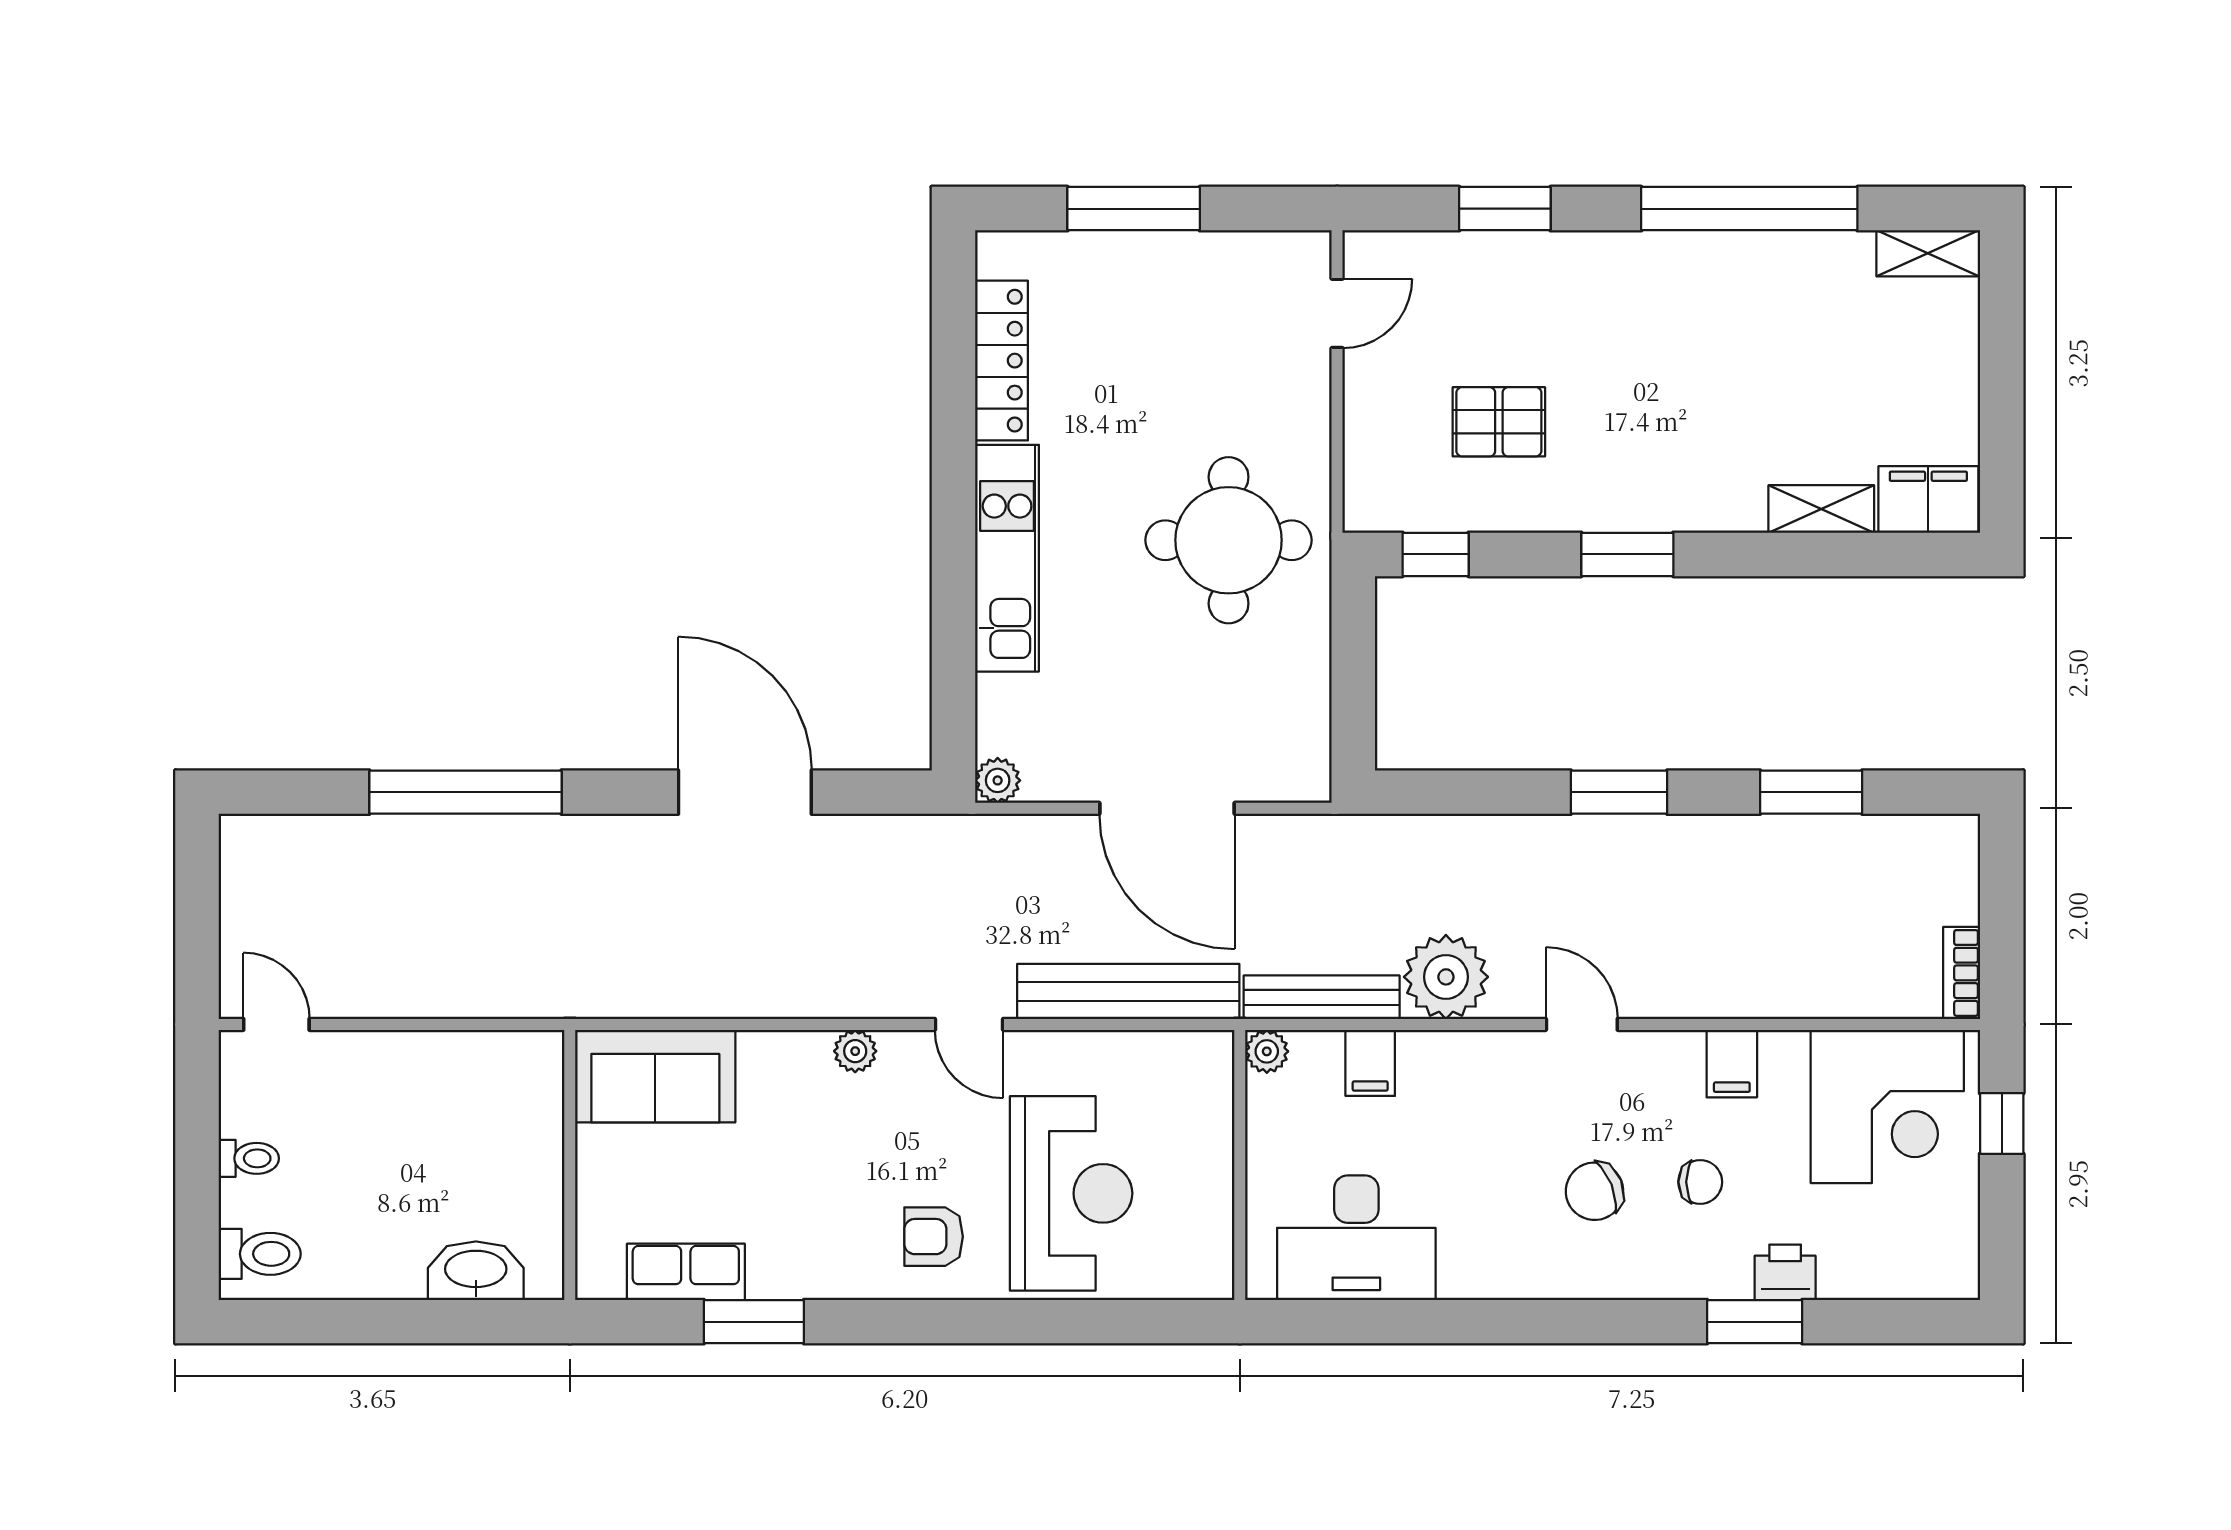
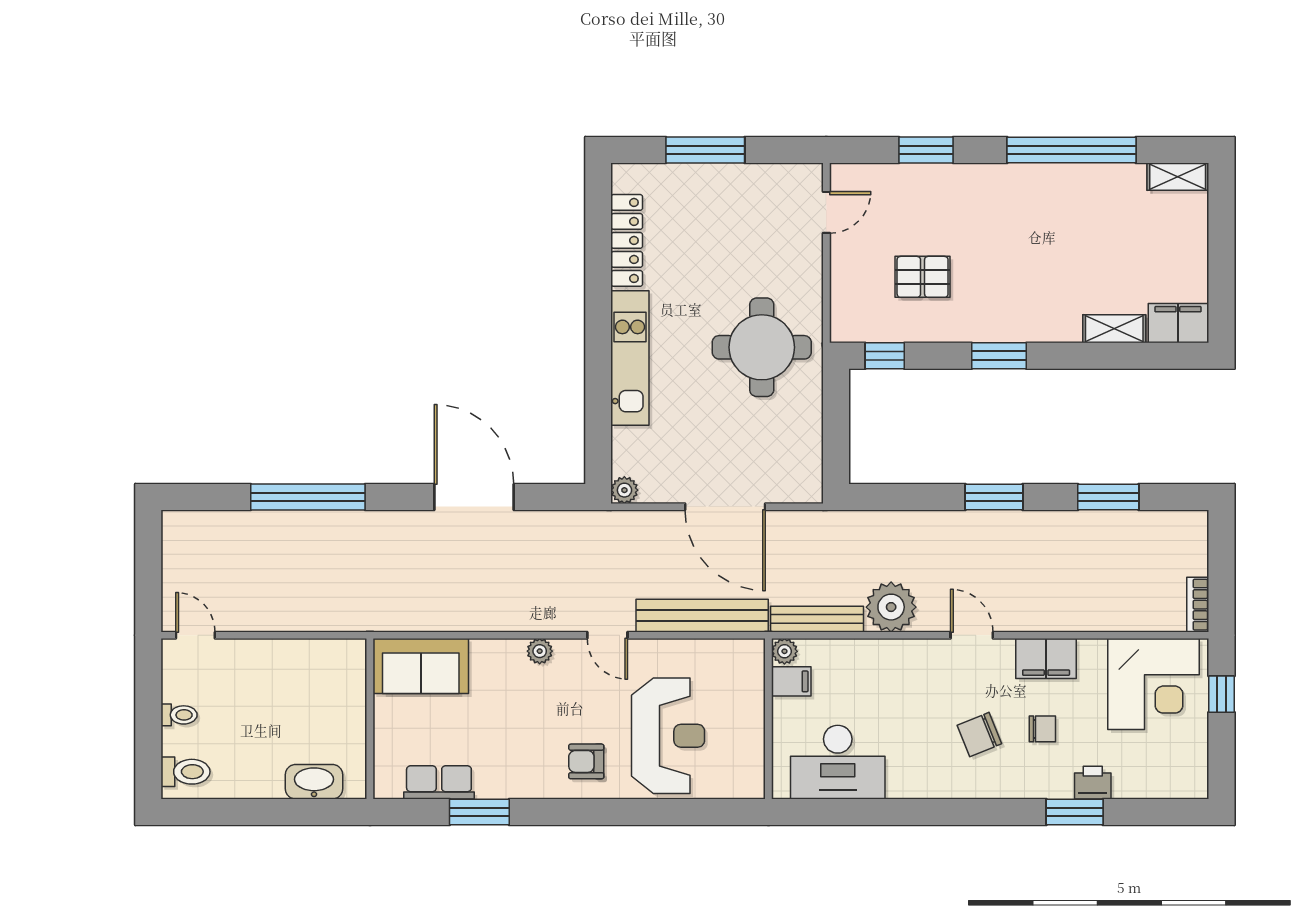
filing cabinet: (1370, 1063) -> (791, 681), moved, turned -90
filing cabinet: (1732, 1064) -> (1046, 659), width x2.00

